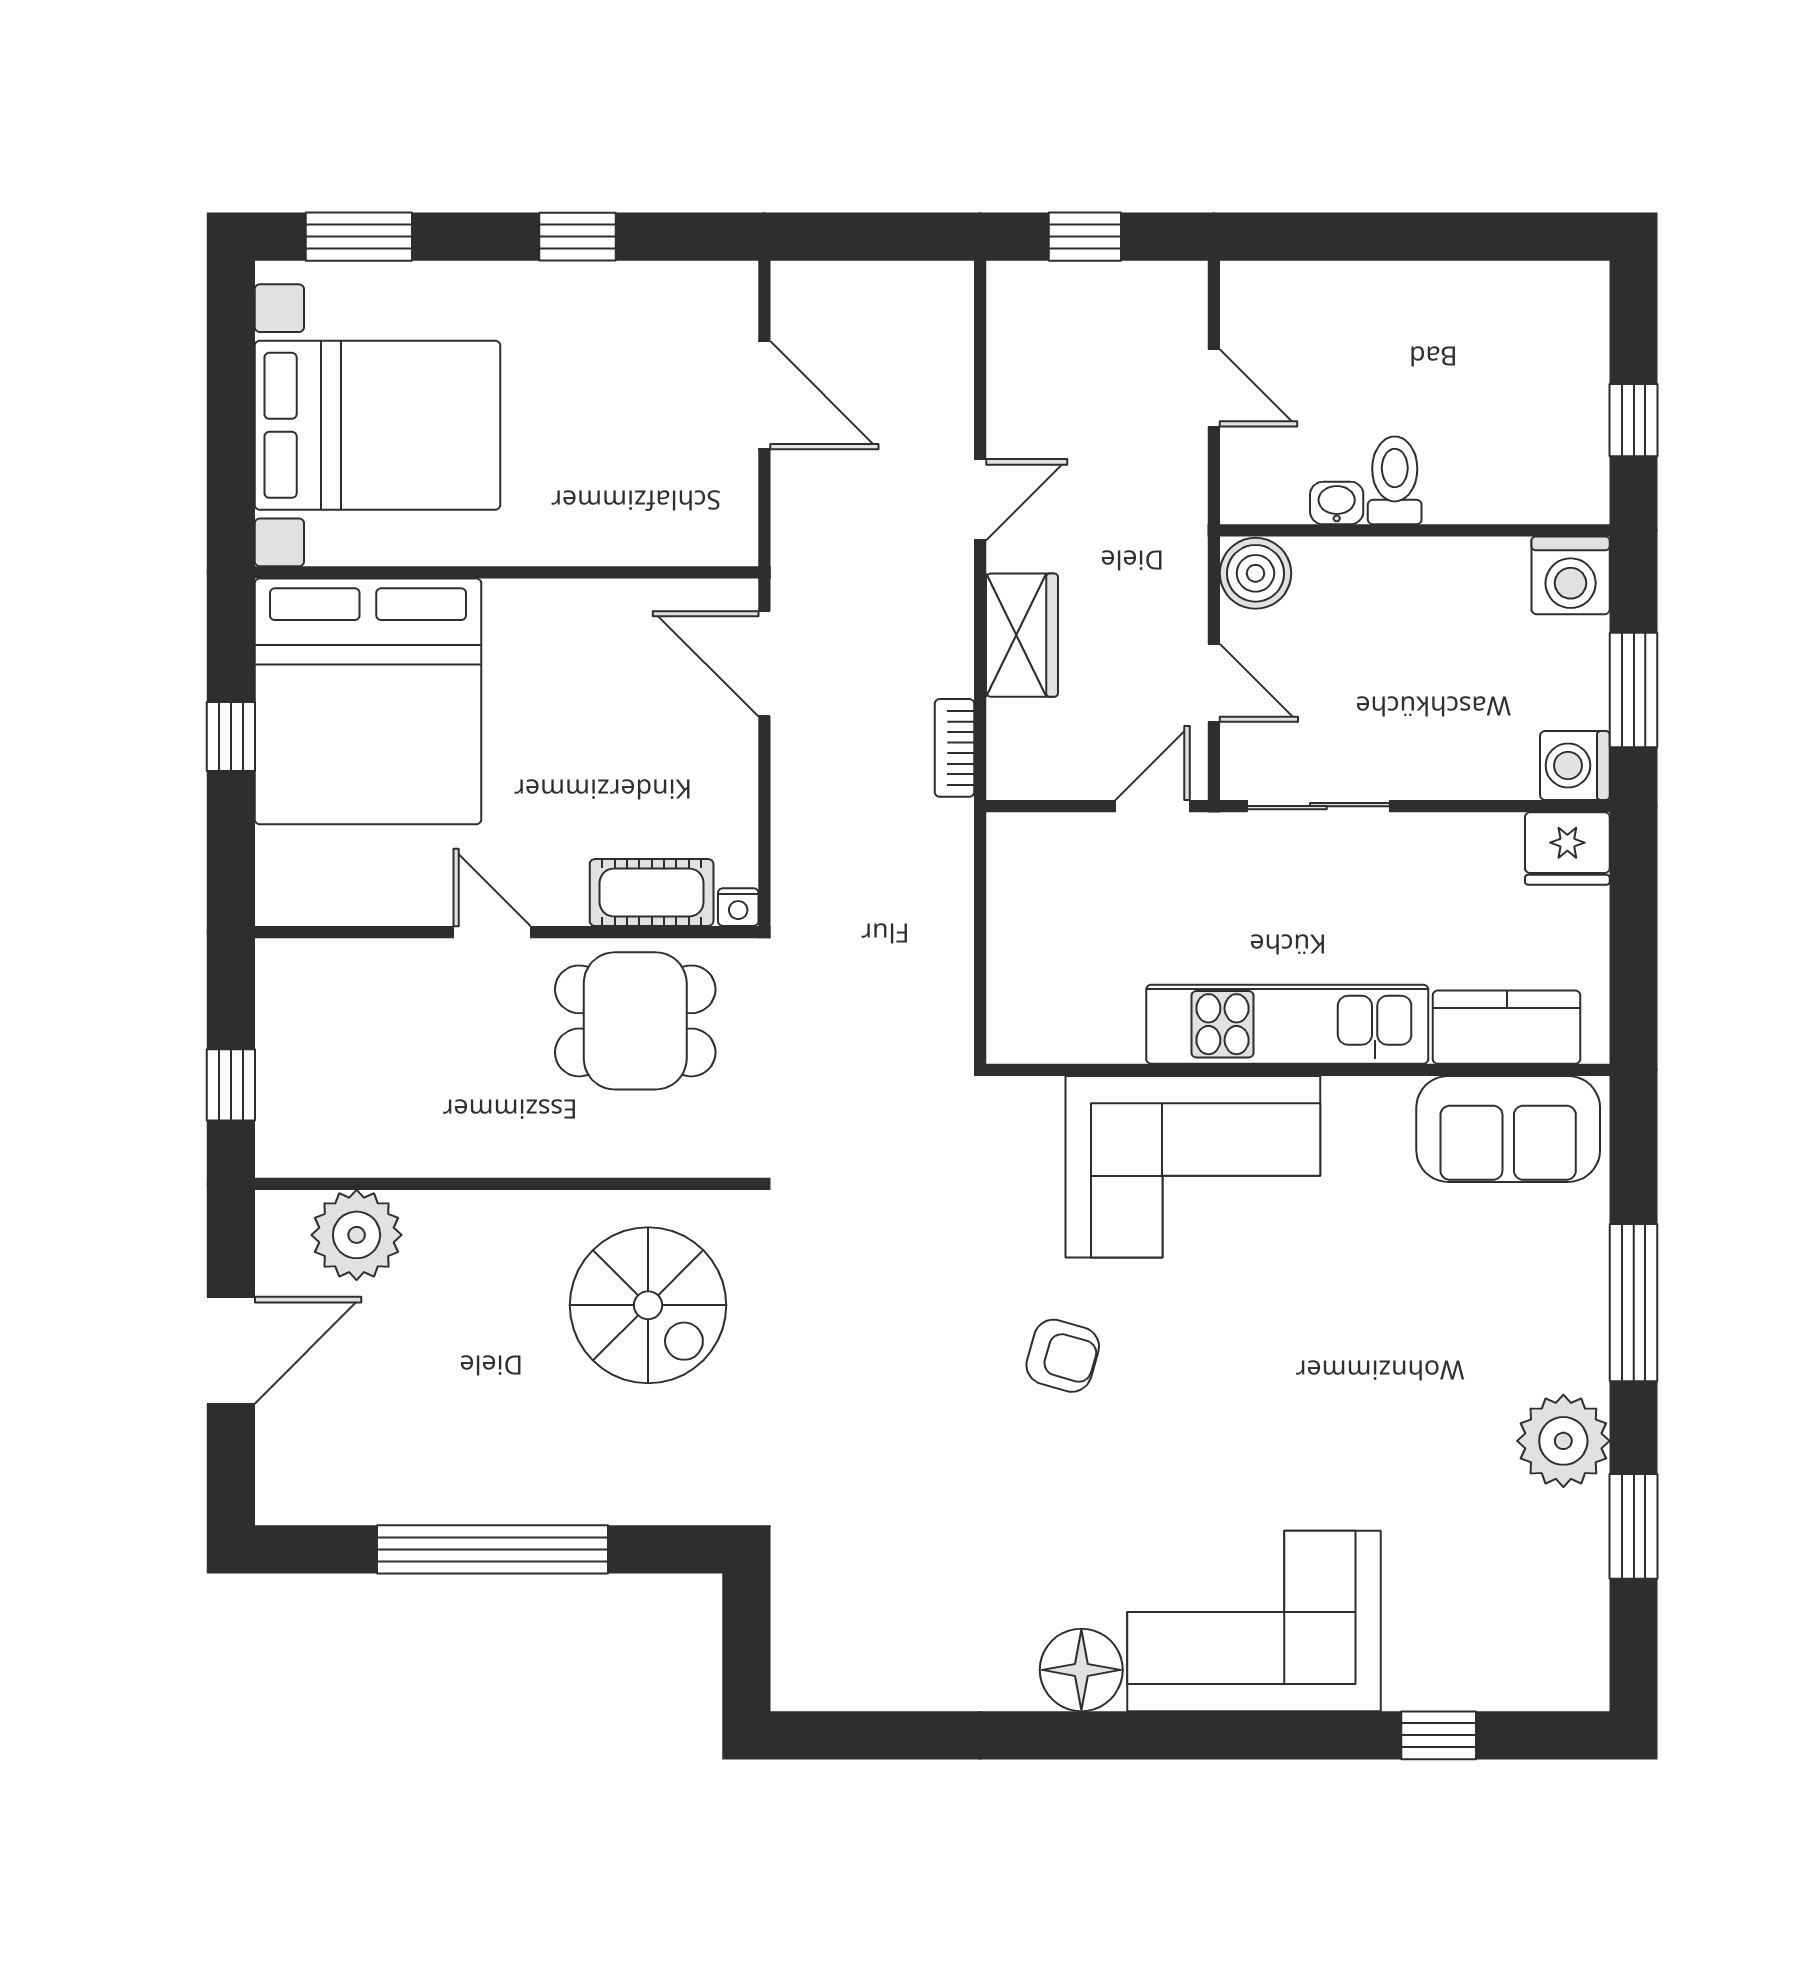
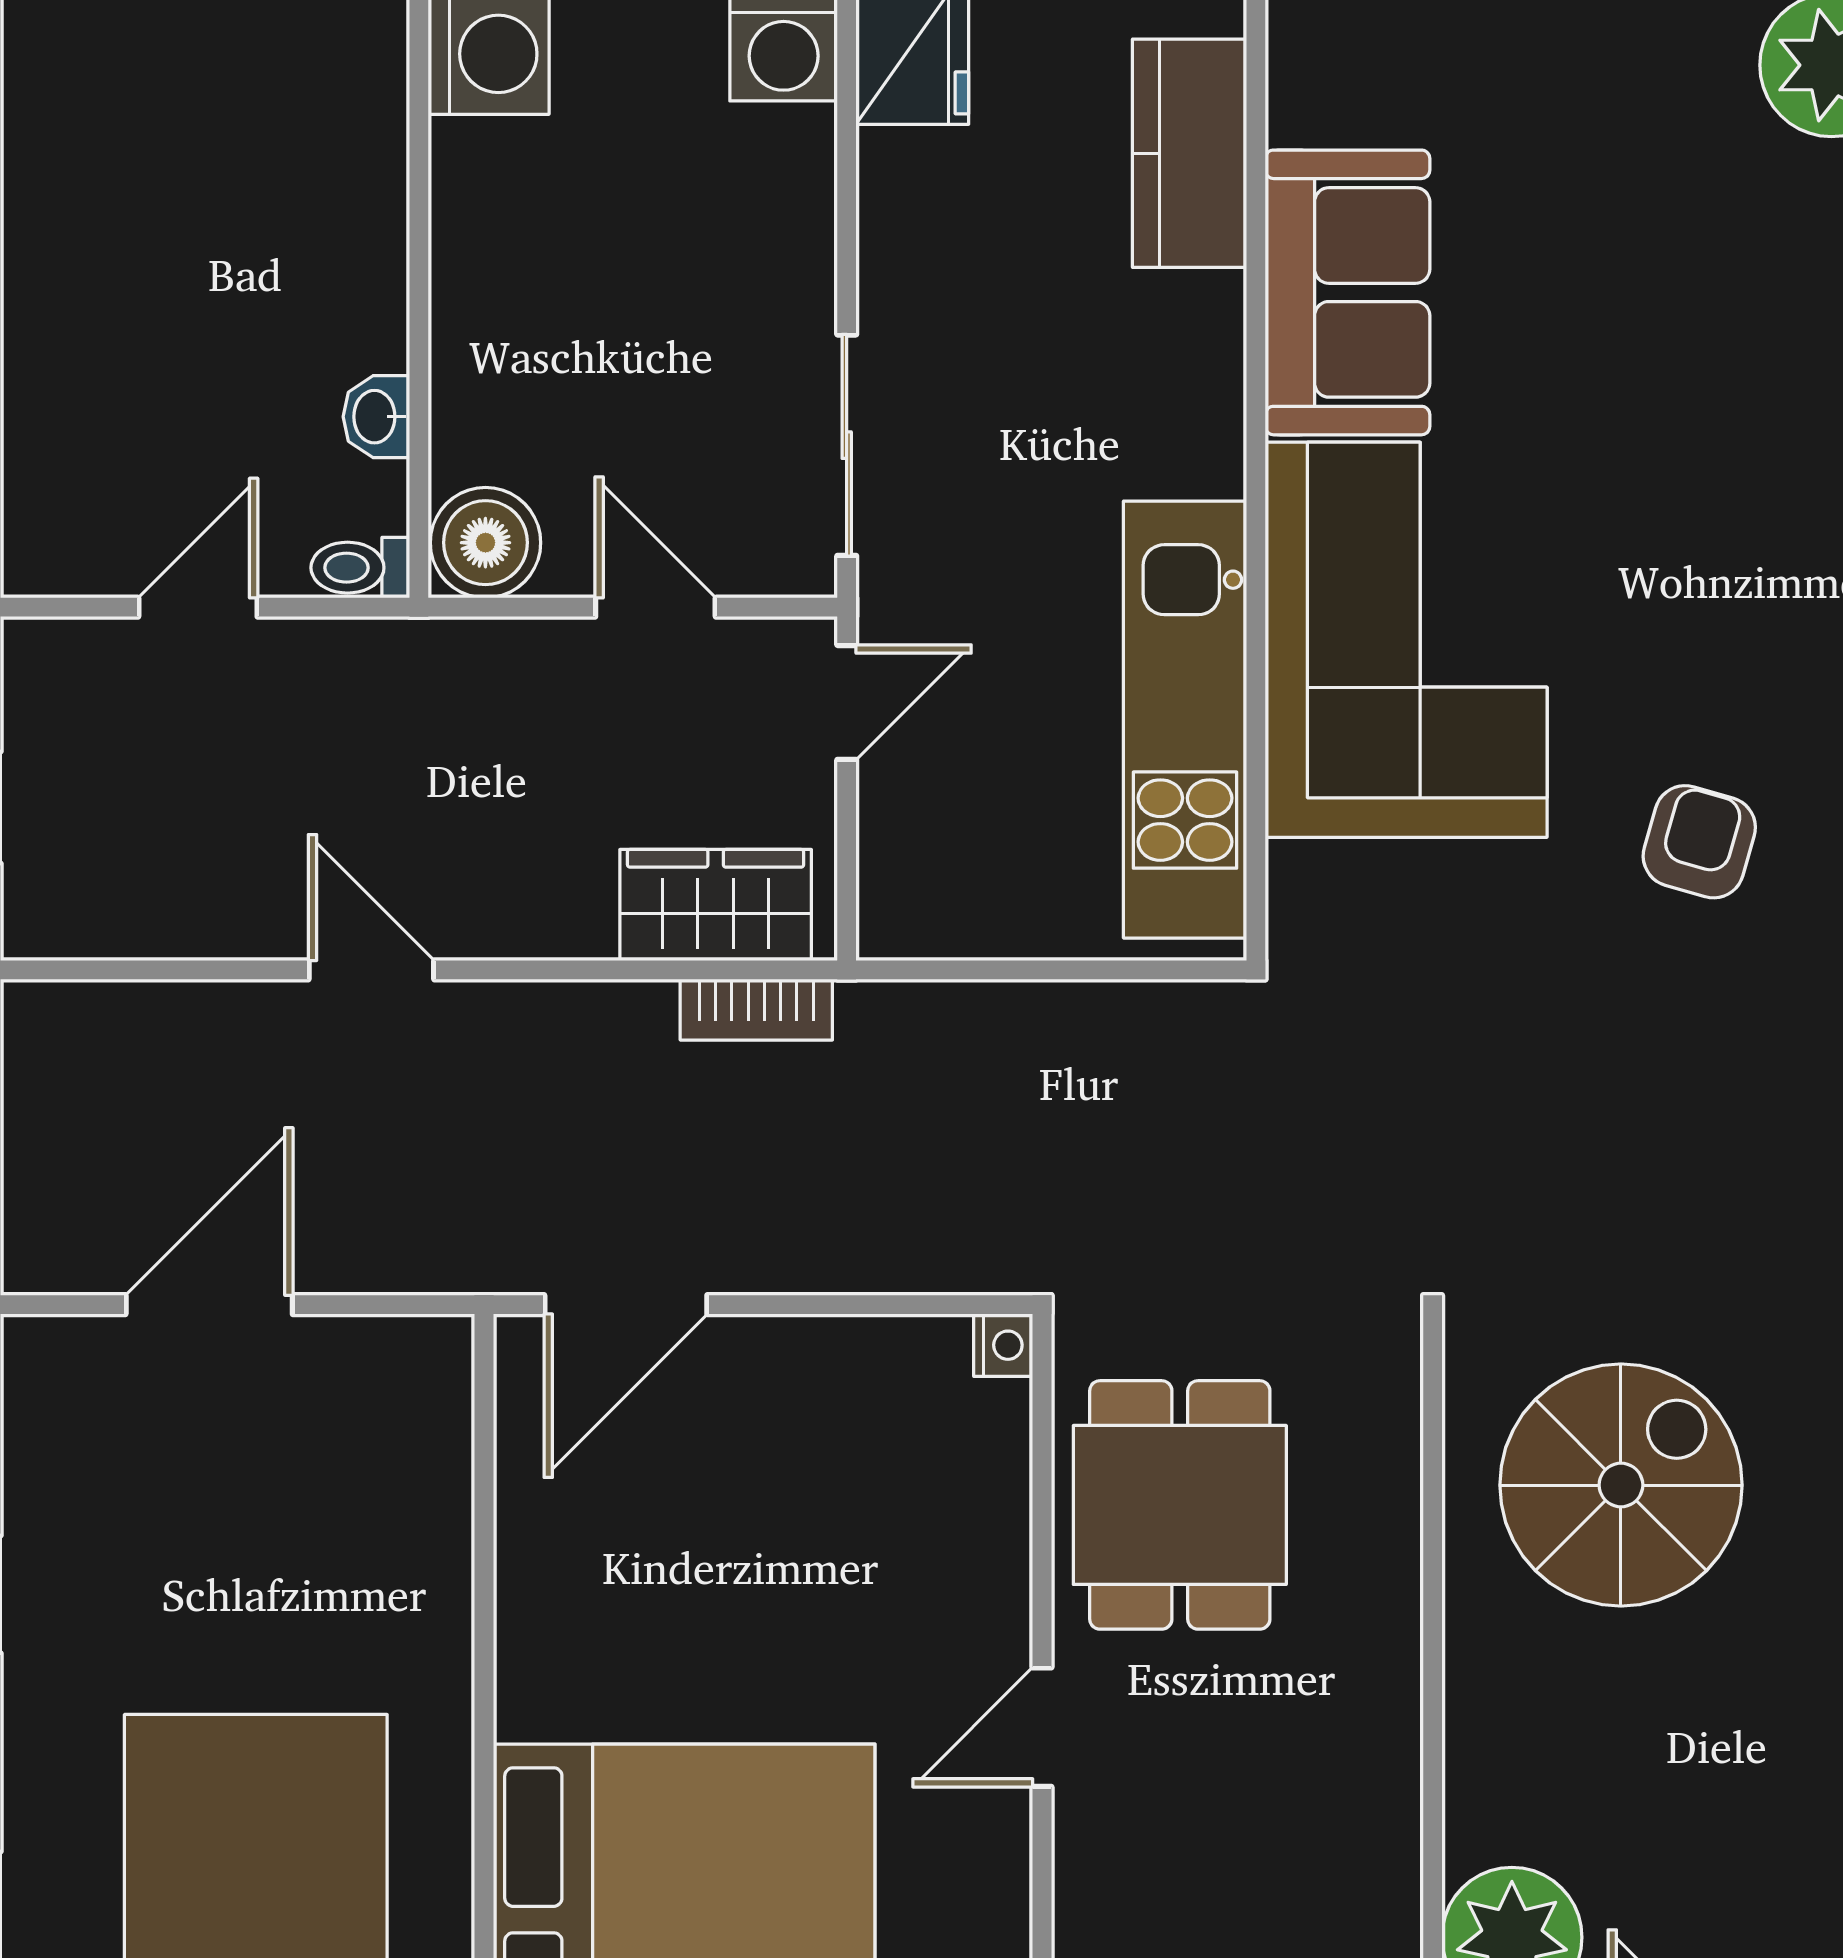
toilet: (1395, 480) -> (360, 568), moved, width x0.73, depth x0.72
wardrobe: (1022, 635) -> (716, 905), moved
door: (1214, 683) -> (655, 607), hinge flipped
door: (1153, 806) -> (847, 702), swing flipped
cot: (652, 892) -> (981, 1480), removed
kitchen unit: (1287, 1024) -> (1185, 720), moved
sofa: (1508, 1129) -> (1347, 292), moved

